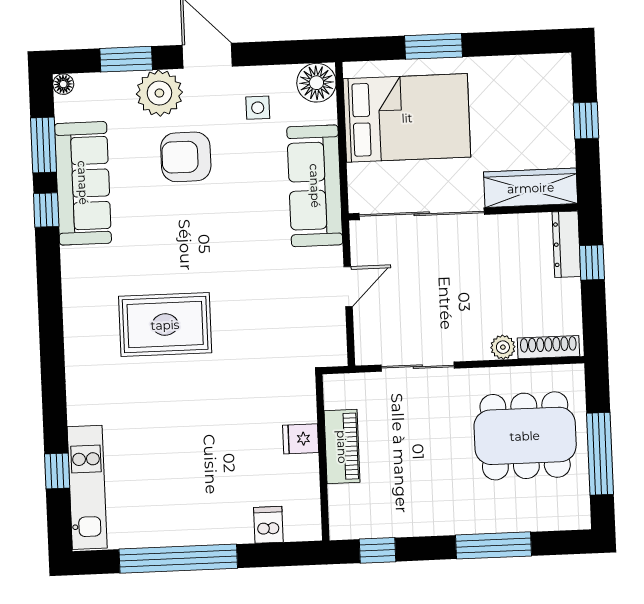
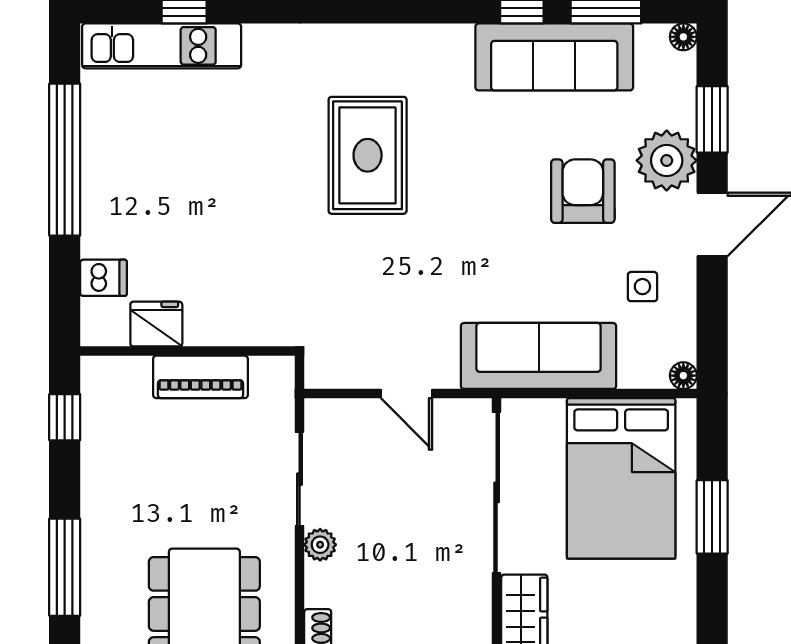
floor lamp: (316, 83) -> (683, 376), width x0.53, depth x0.53
plant: (503, 347) -> (320, 545), moved
fridge: (301, 439) -> (156, 324), moved, width x1.38

